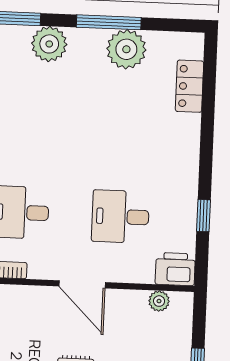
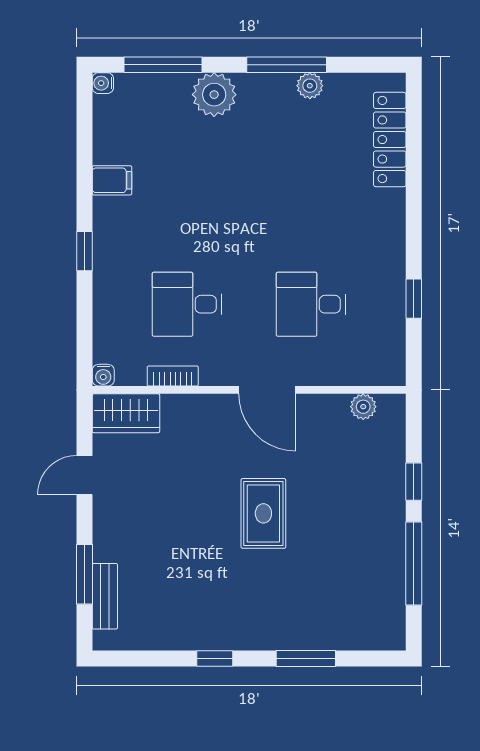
plant: (126, 49) -> (310, 86), width x0.53, depth x0.53
locker: (189, 86) -> (390, 140), width x1.53
printer: (175, 269) -> (382, 366), removed

